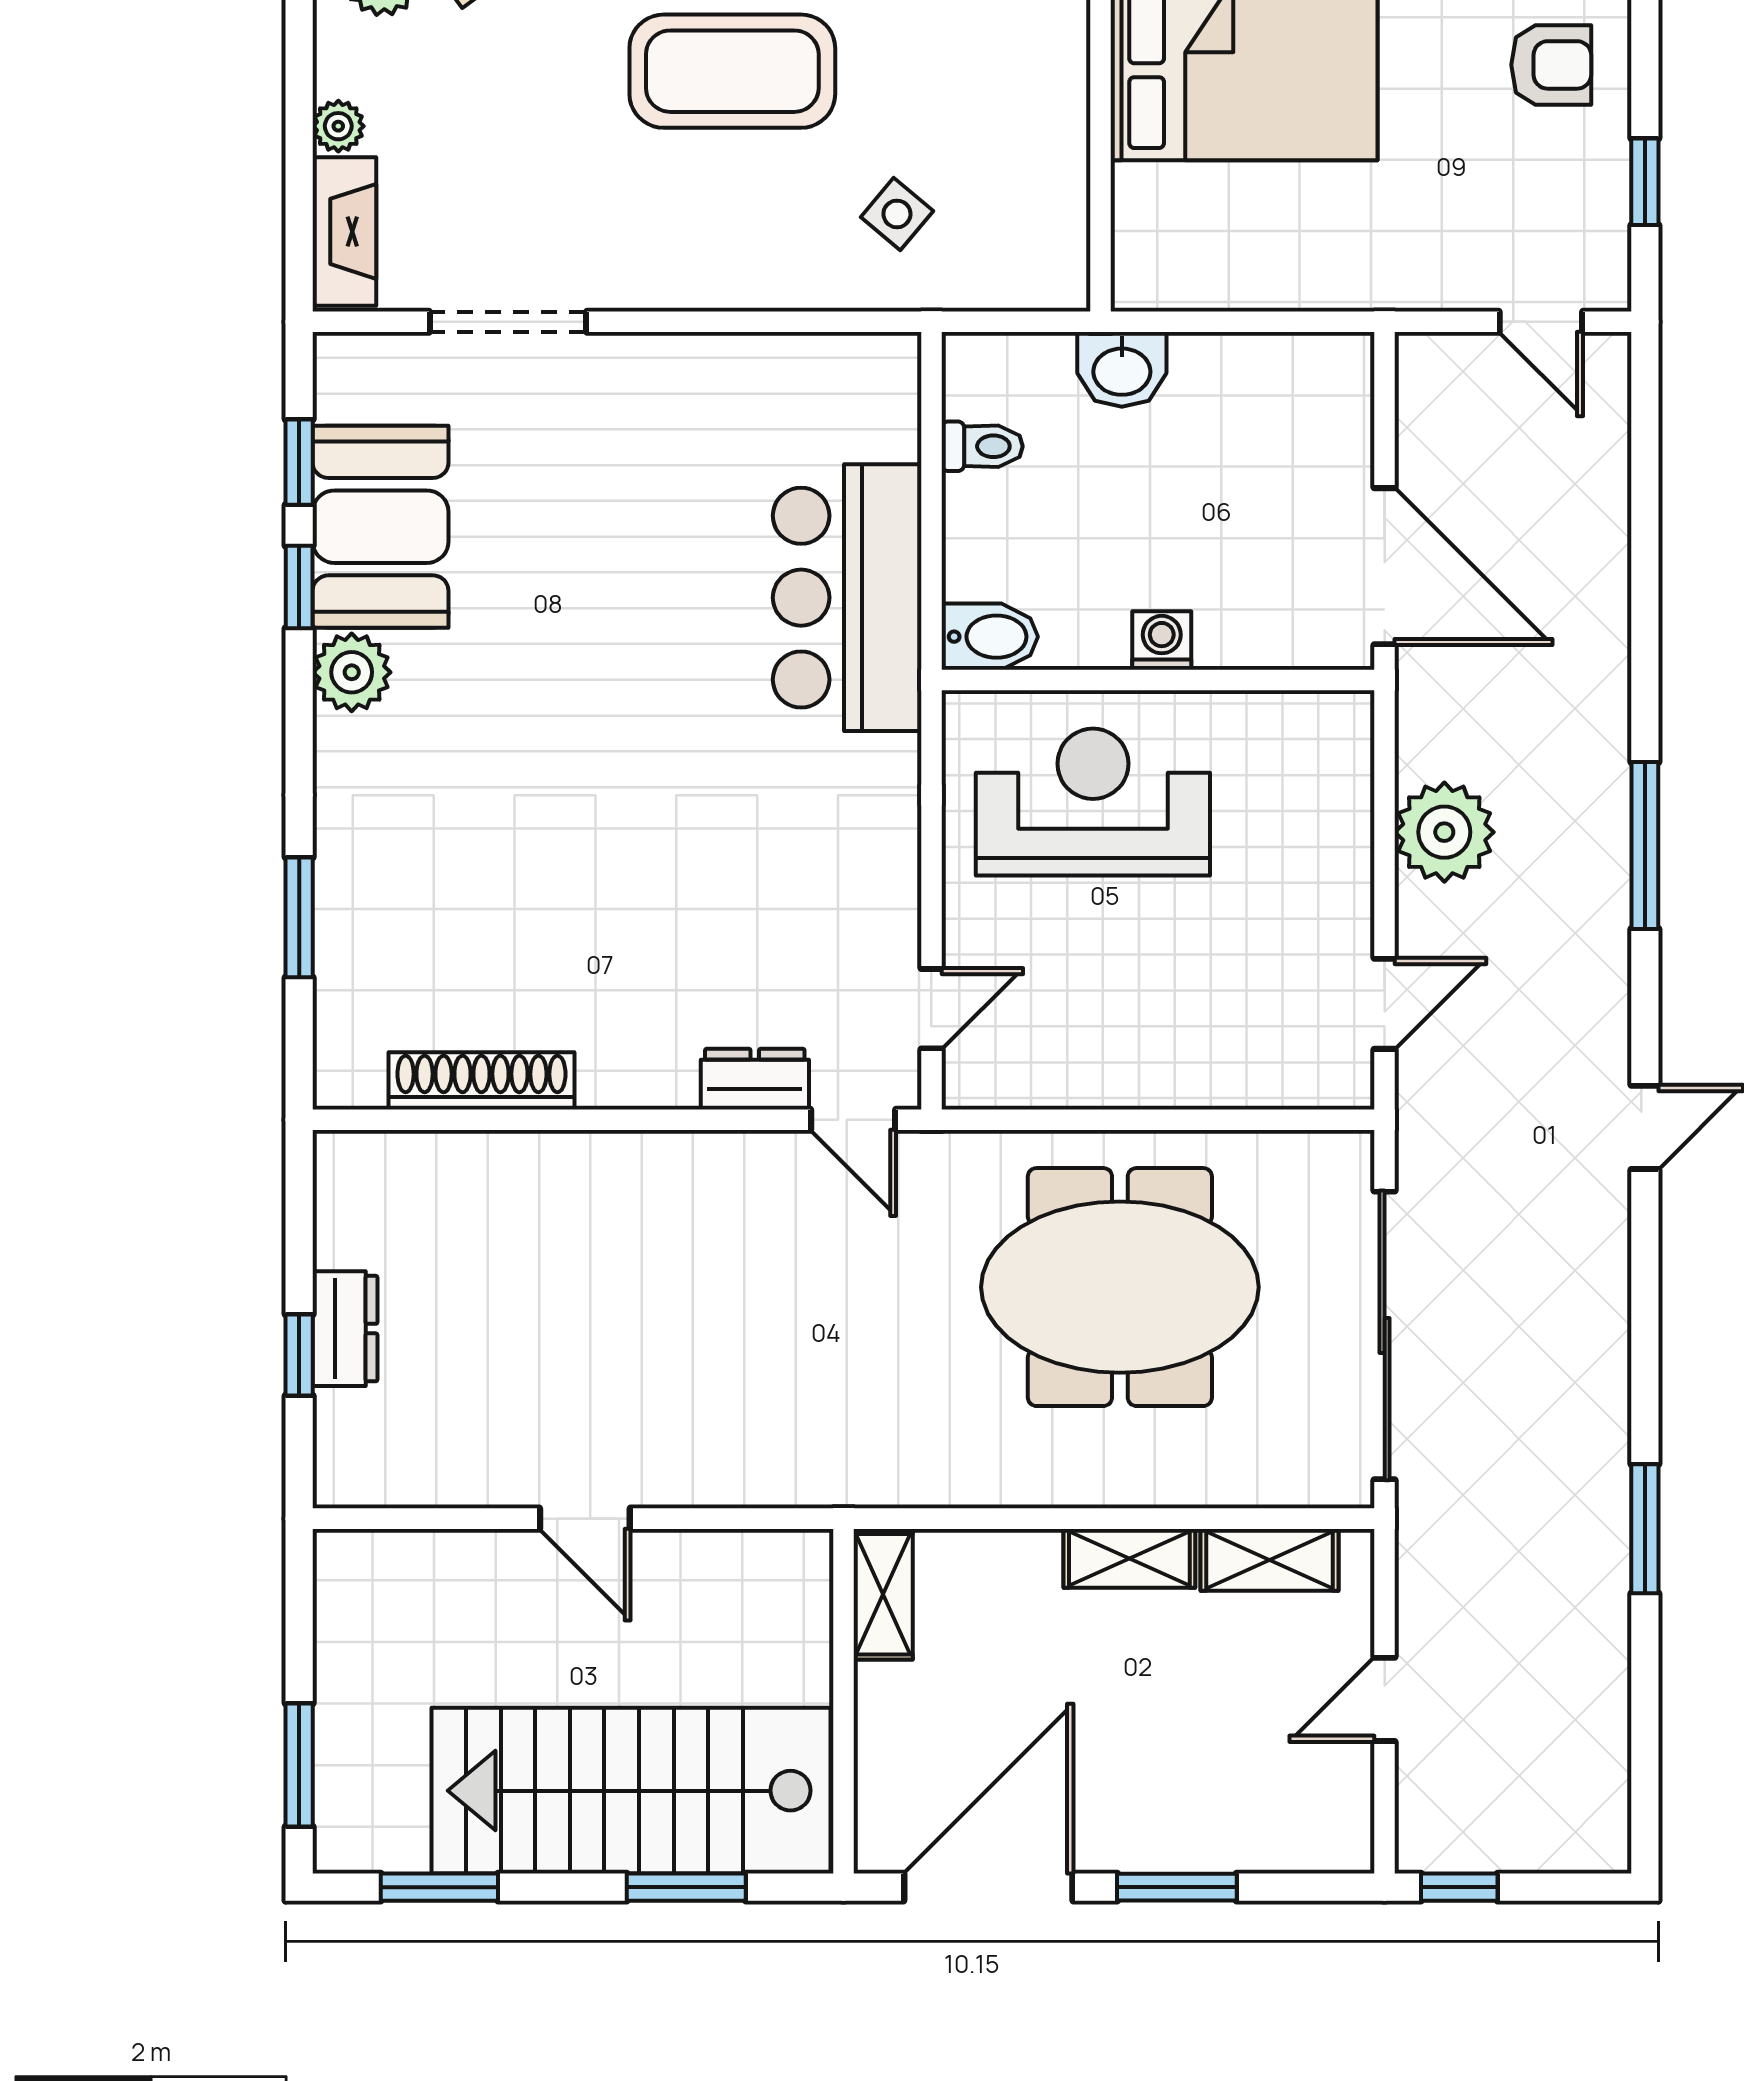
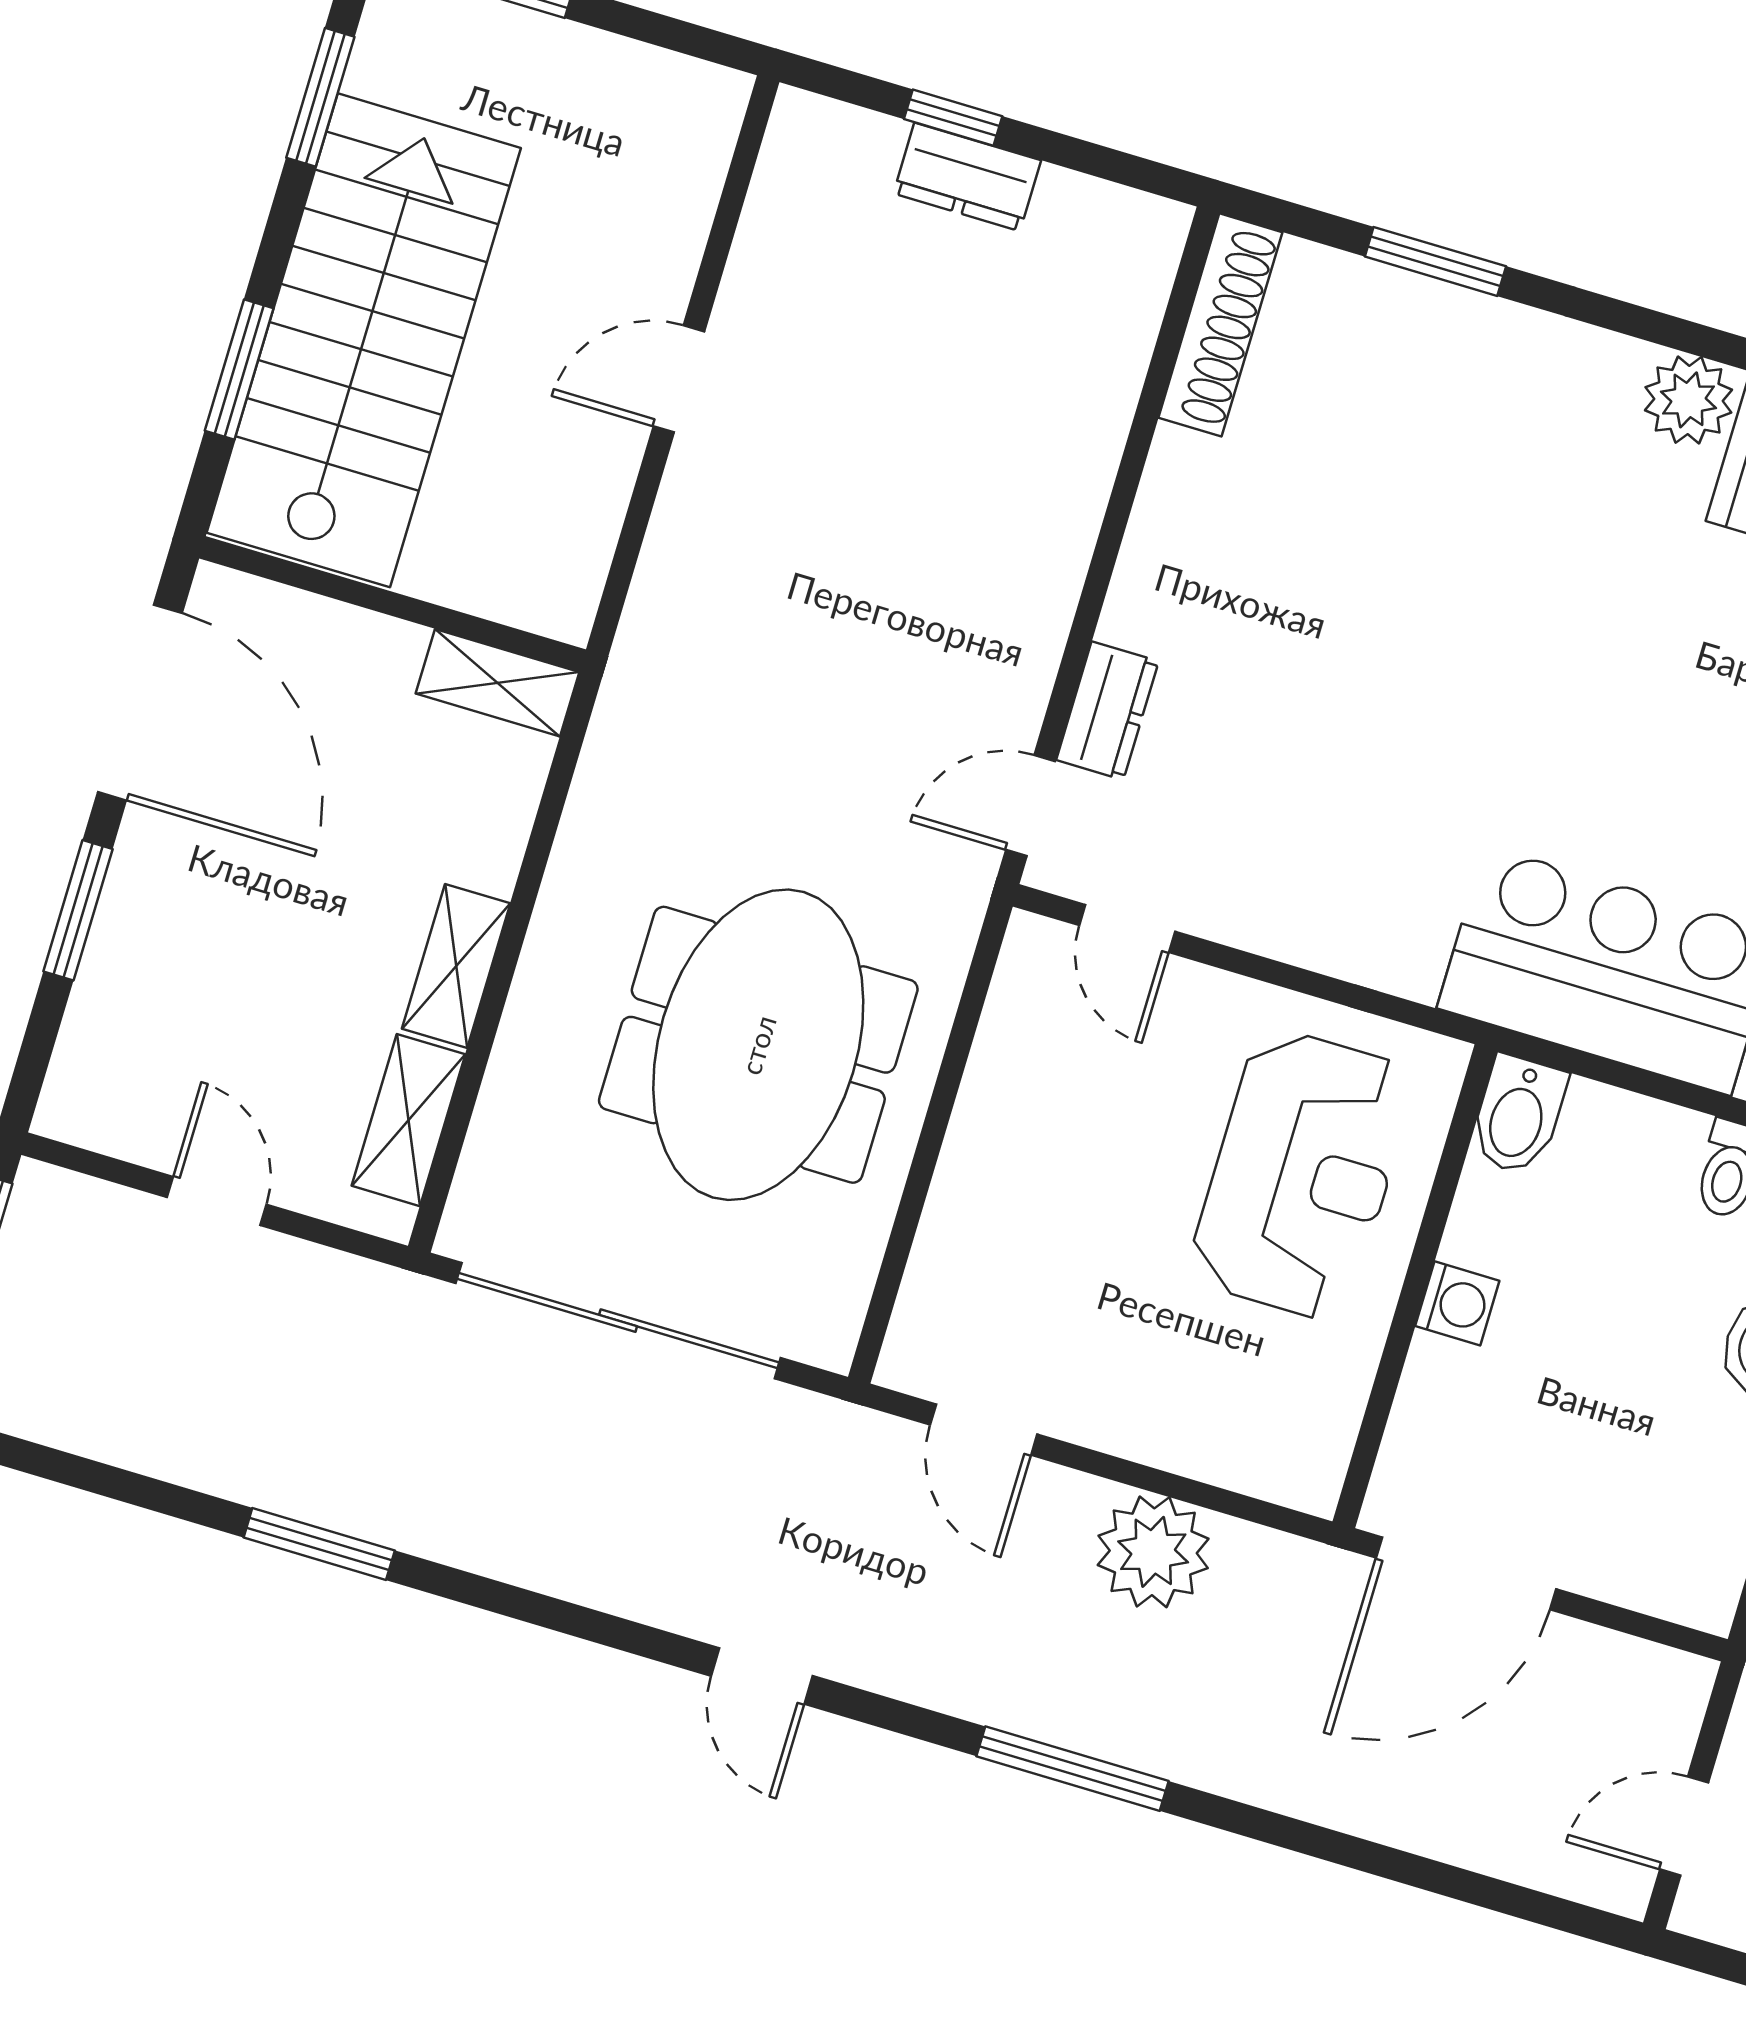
shoe rack: (481, 1081) -> (1220, 325), moved

